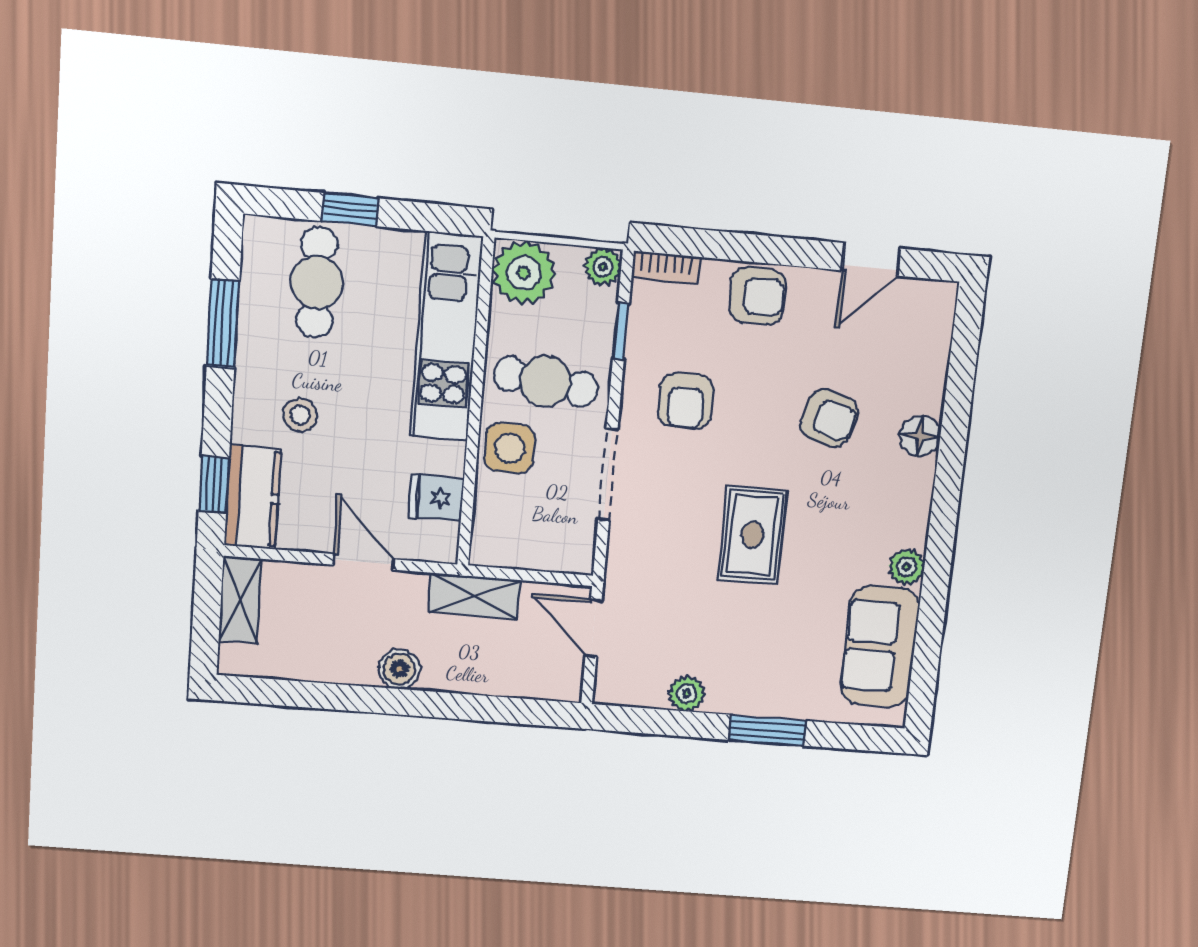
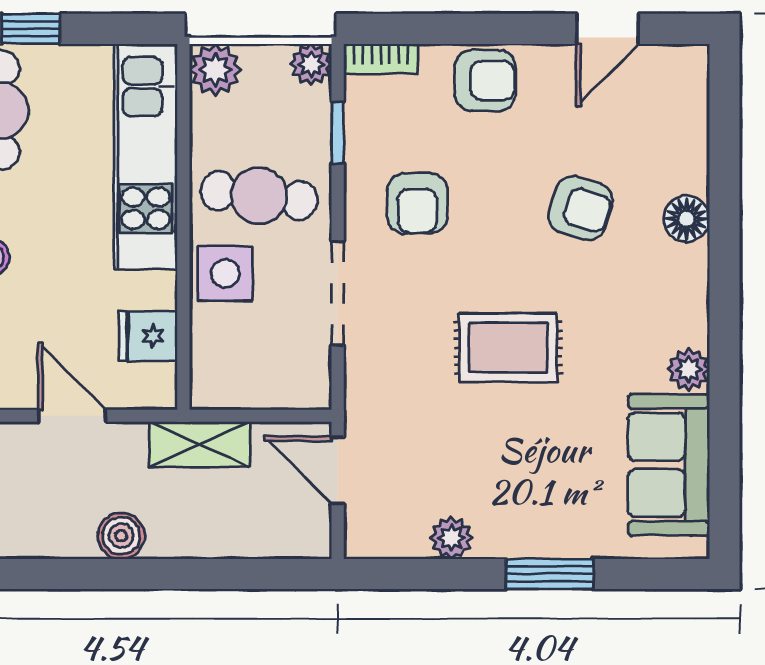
plant: (524, 273) -> (215, 70), width x0.73, depth x0.73
rug: (753, 535) -> (508, 348), turned 90

